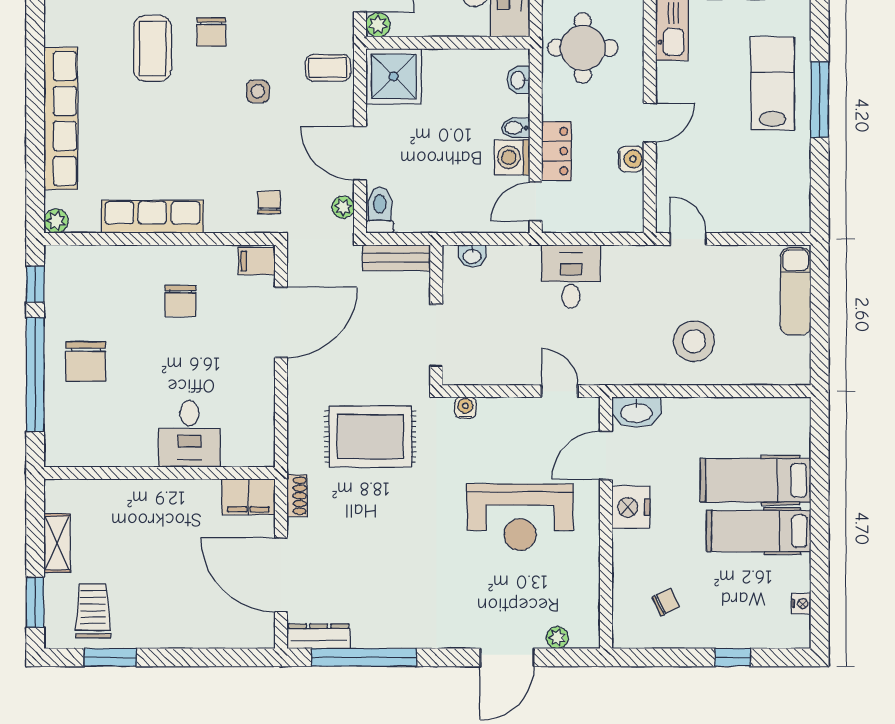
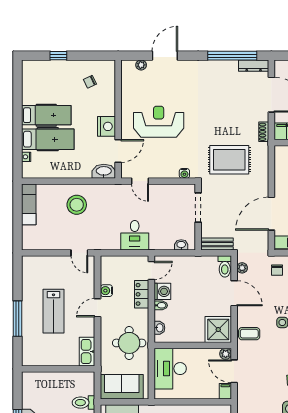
lab bench: (773, 83) -> (54, 311), moved
exam couch: (796, 291) -> (29, 204), moved
nightstand: (801, 604) -> (26, 157), moved

